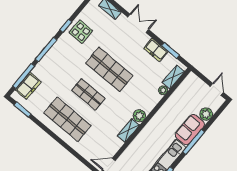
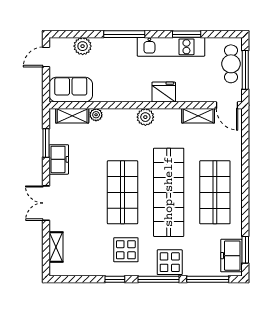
display table: (81, 32) -> (126, 250), moved
display table: (50, 63) -> (170, 262), added
freezer: (28, 86) -> (231, 256), moved, turned -90
shop shelf: (88, 94) -> (169, 192), width x2.00, depth x1.36
shelving: (128, 130) -> (198, 116), moved
sofa: (190, 130) -> (71, 90), moved, turned 180
fridge: (145, 137) -> (164, 92), added

